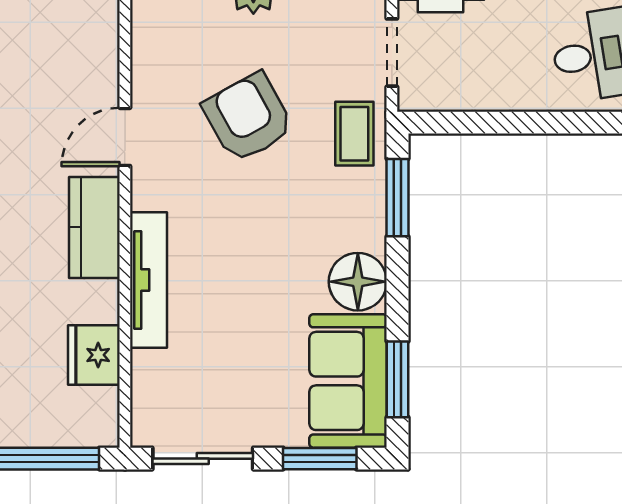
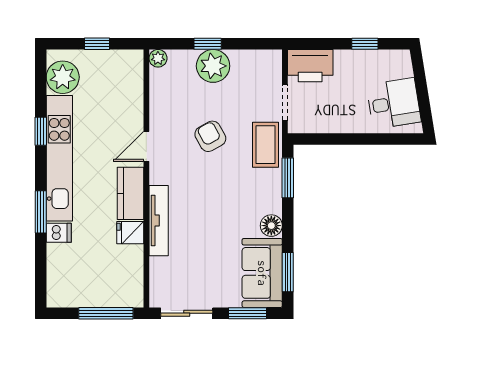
armchair: (248, 117) -> (210, 136), width x0.72, depth x0.72
coffee table: (354, 134) -> (265, 145), width x1.36, depth x1.30
floor lamp: (358, 282) -> (271, 226), width x0.73, depth x0.73
fridge: (94, 355) -> (130, 233), moved, width x0.72

